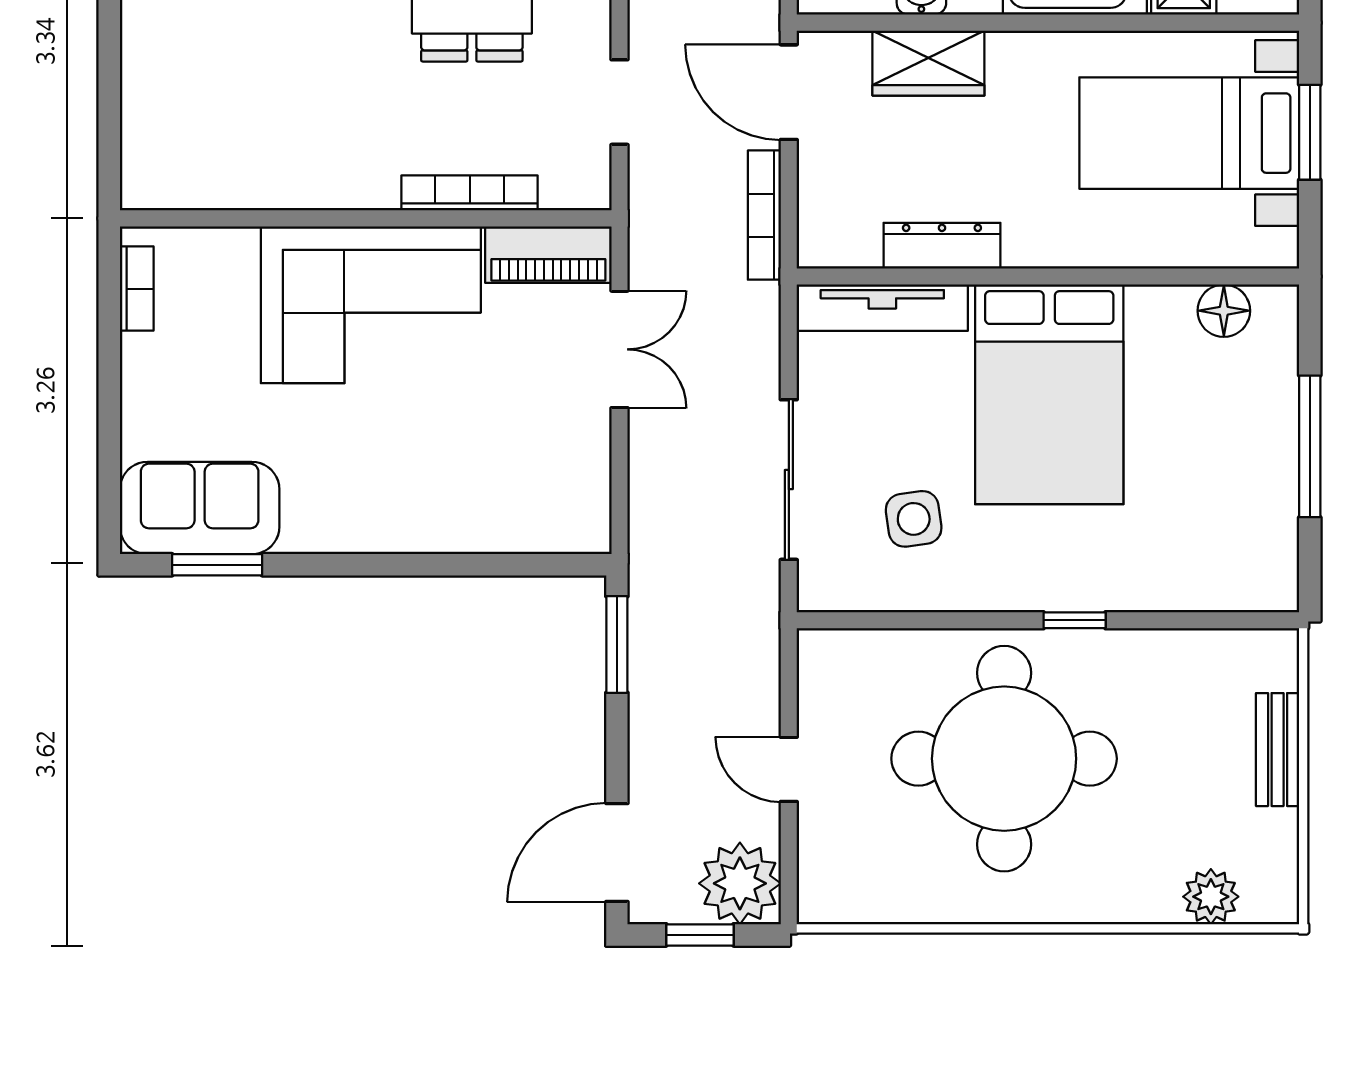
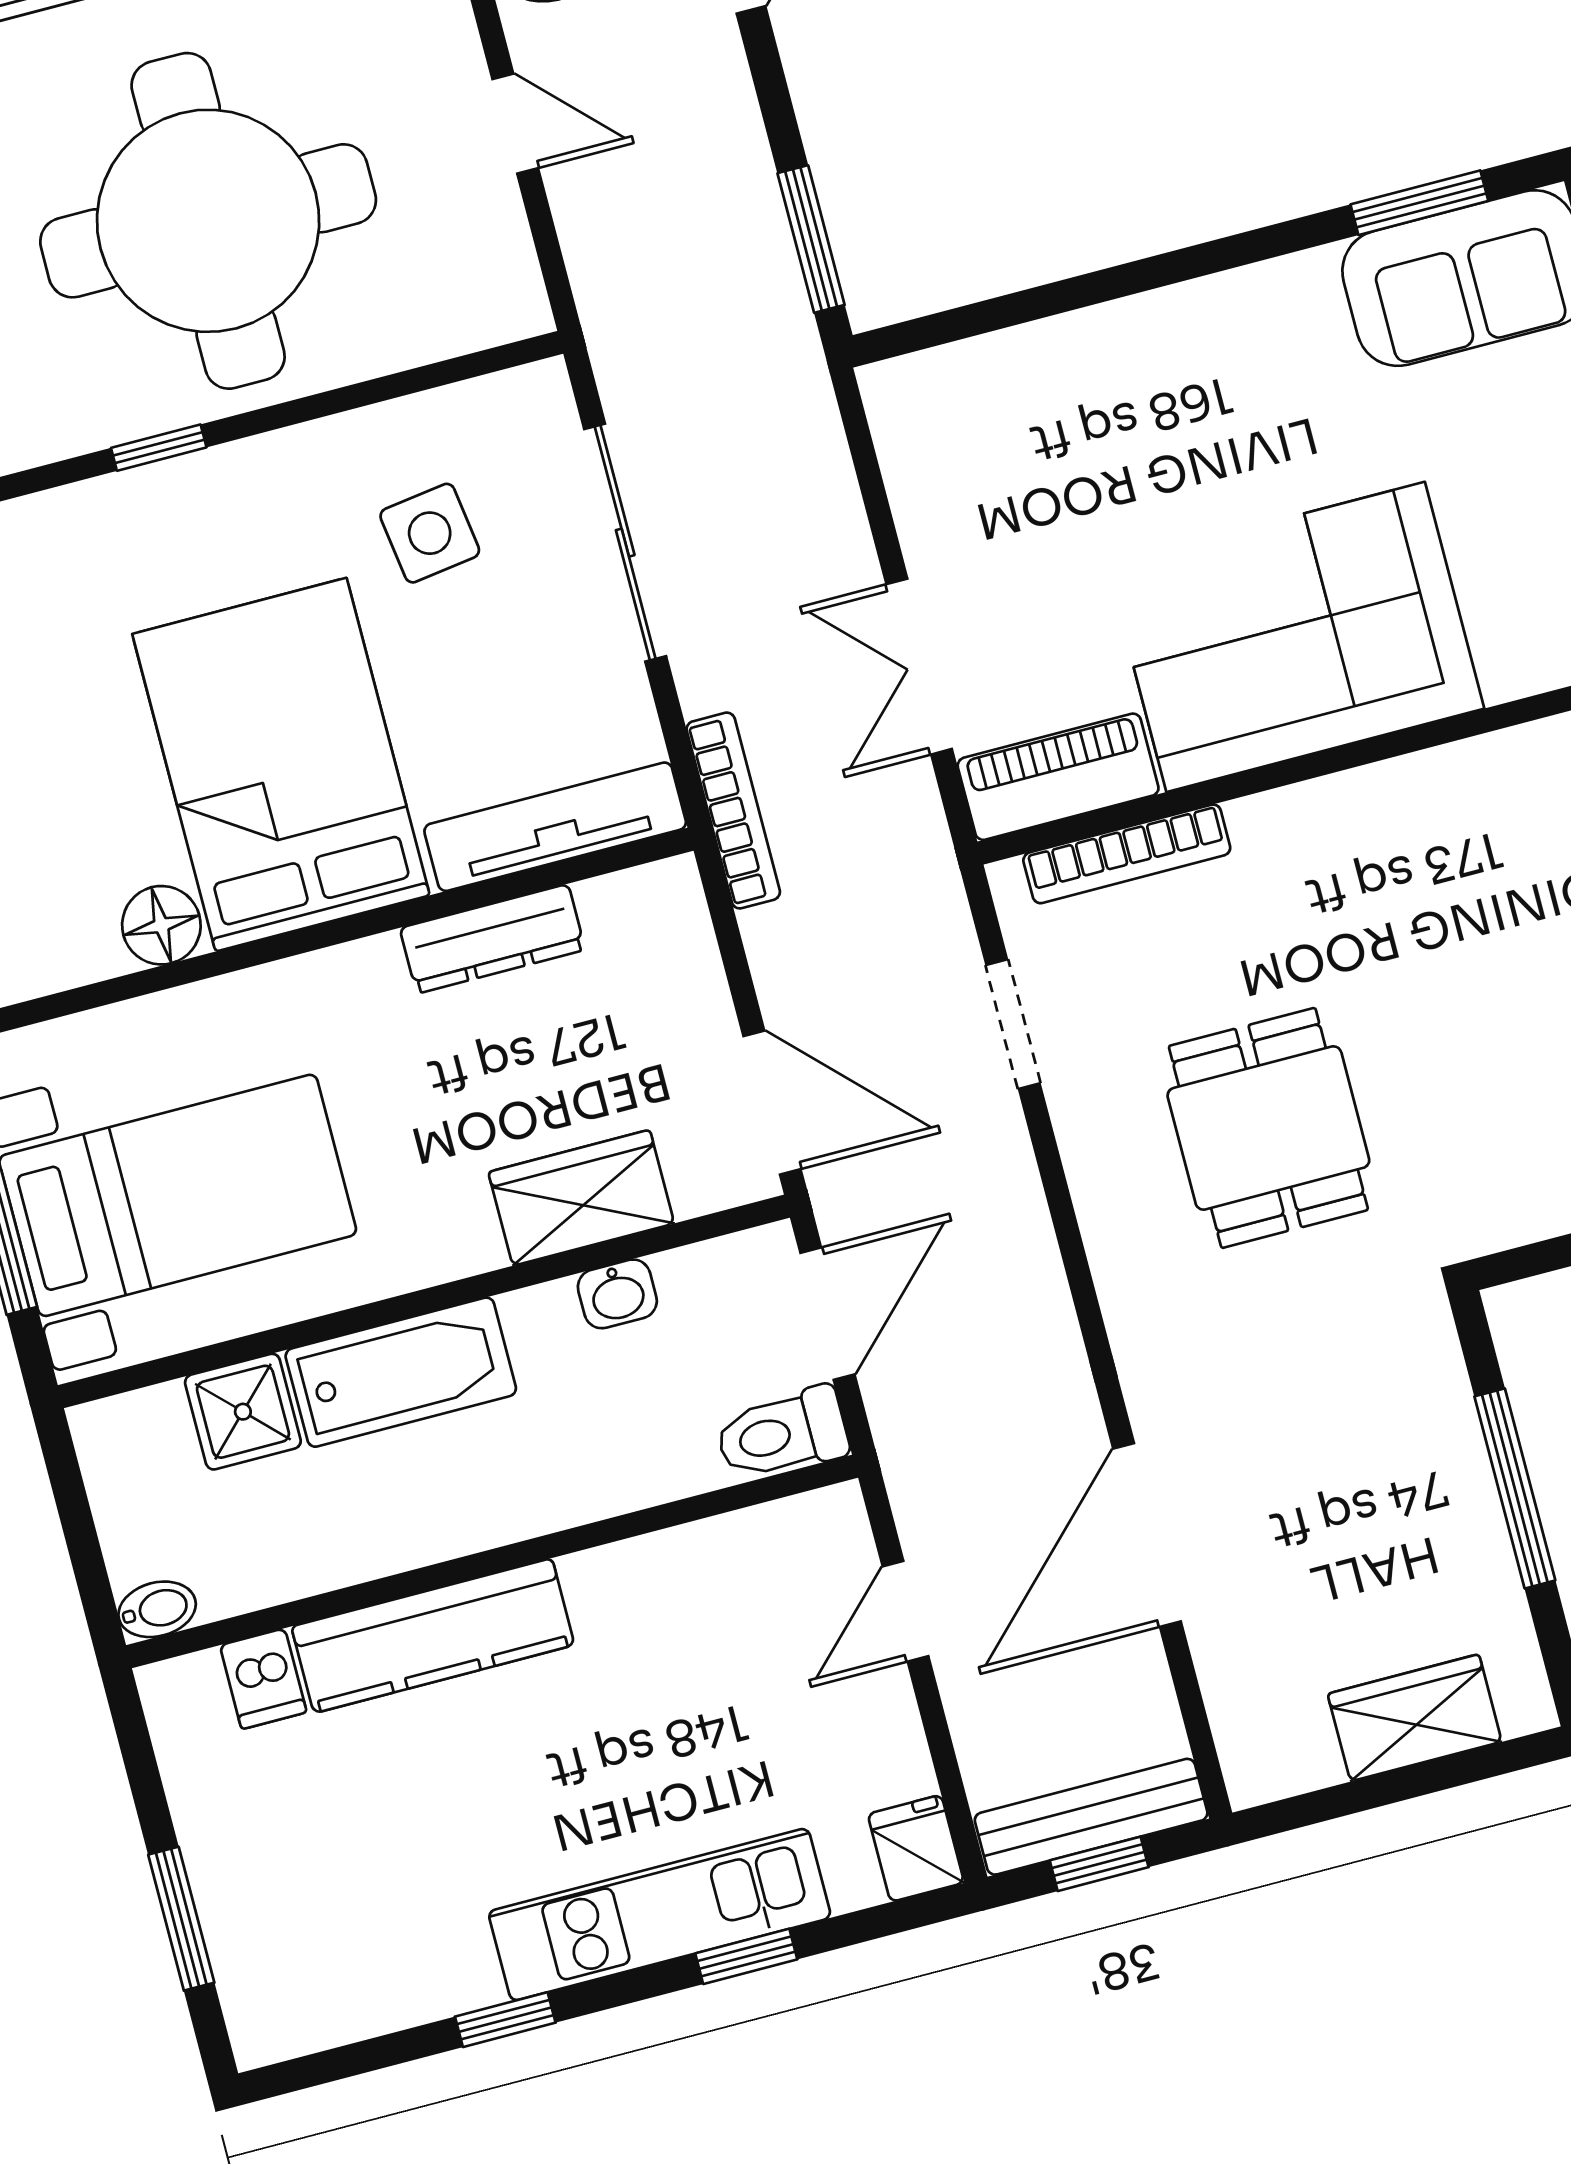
bookcase: (470, 193) -> (1127, 854), moved
bookcase: (764, 215) -> (733, 811), moved
floor lamp: (1224, 311) -> (161, 925), moved

